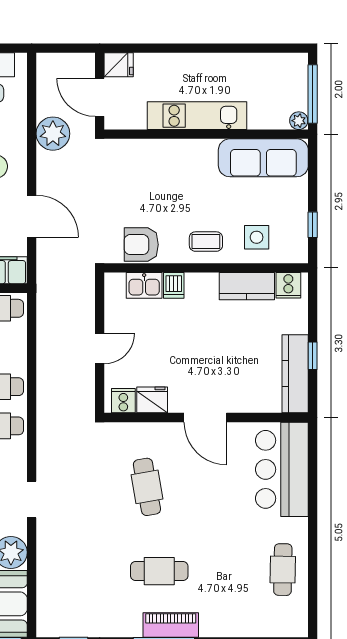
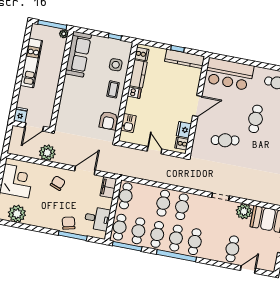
kitchen unit: (197, 116) -> (31, 63), moved, turned 180
dishwasher: (174, 285) -> (134, 93), moved
cafe table: (159, 571) -> (256, 119), moved

